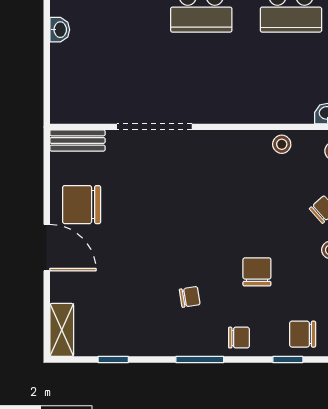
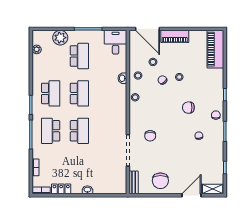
door: (47, 248) -> (191, 195), moved
chair: (303, 334) -> (150, 136), moved

